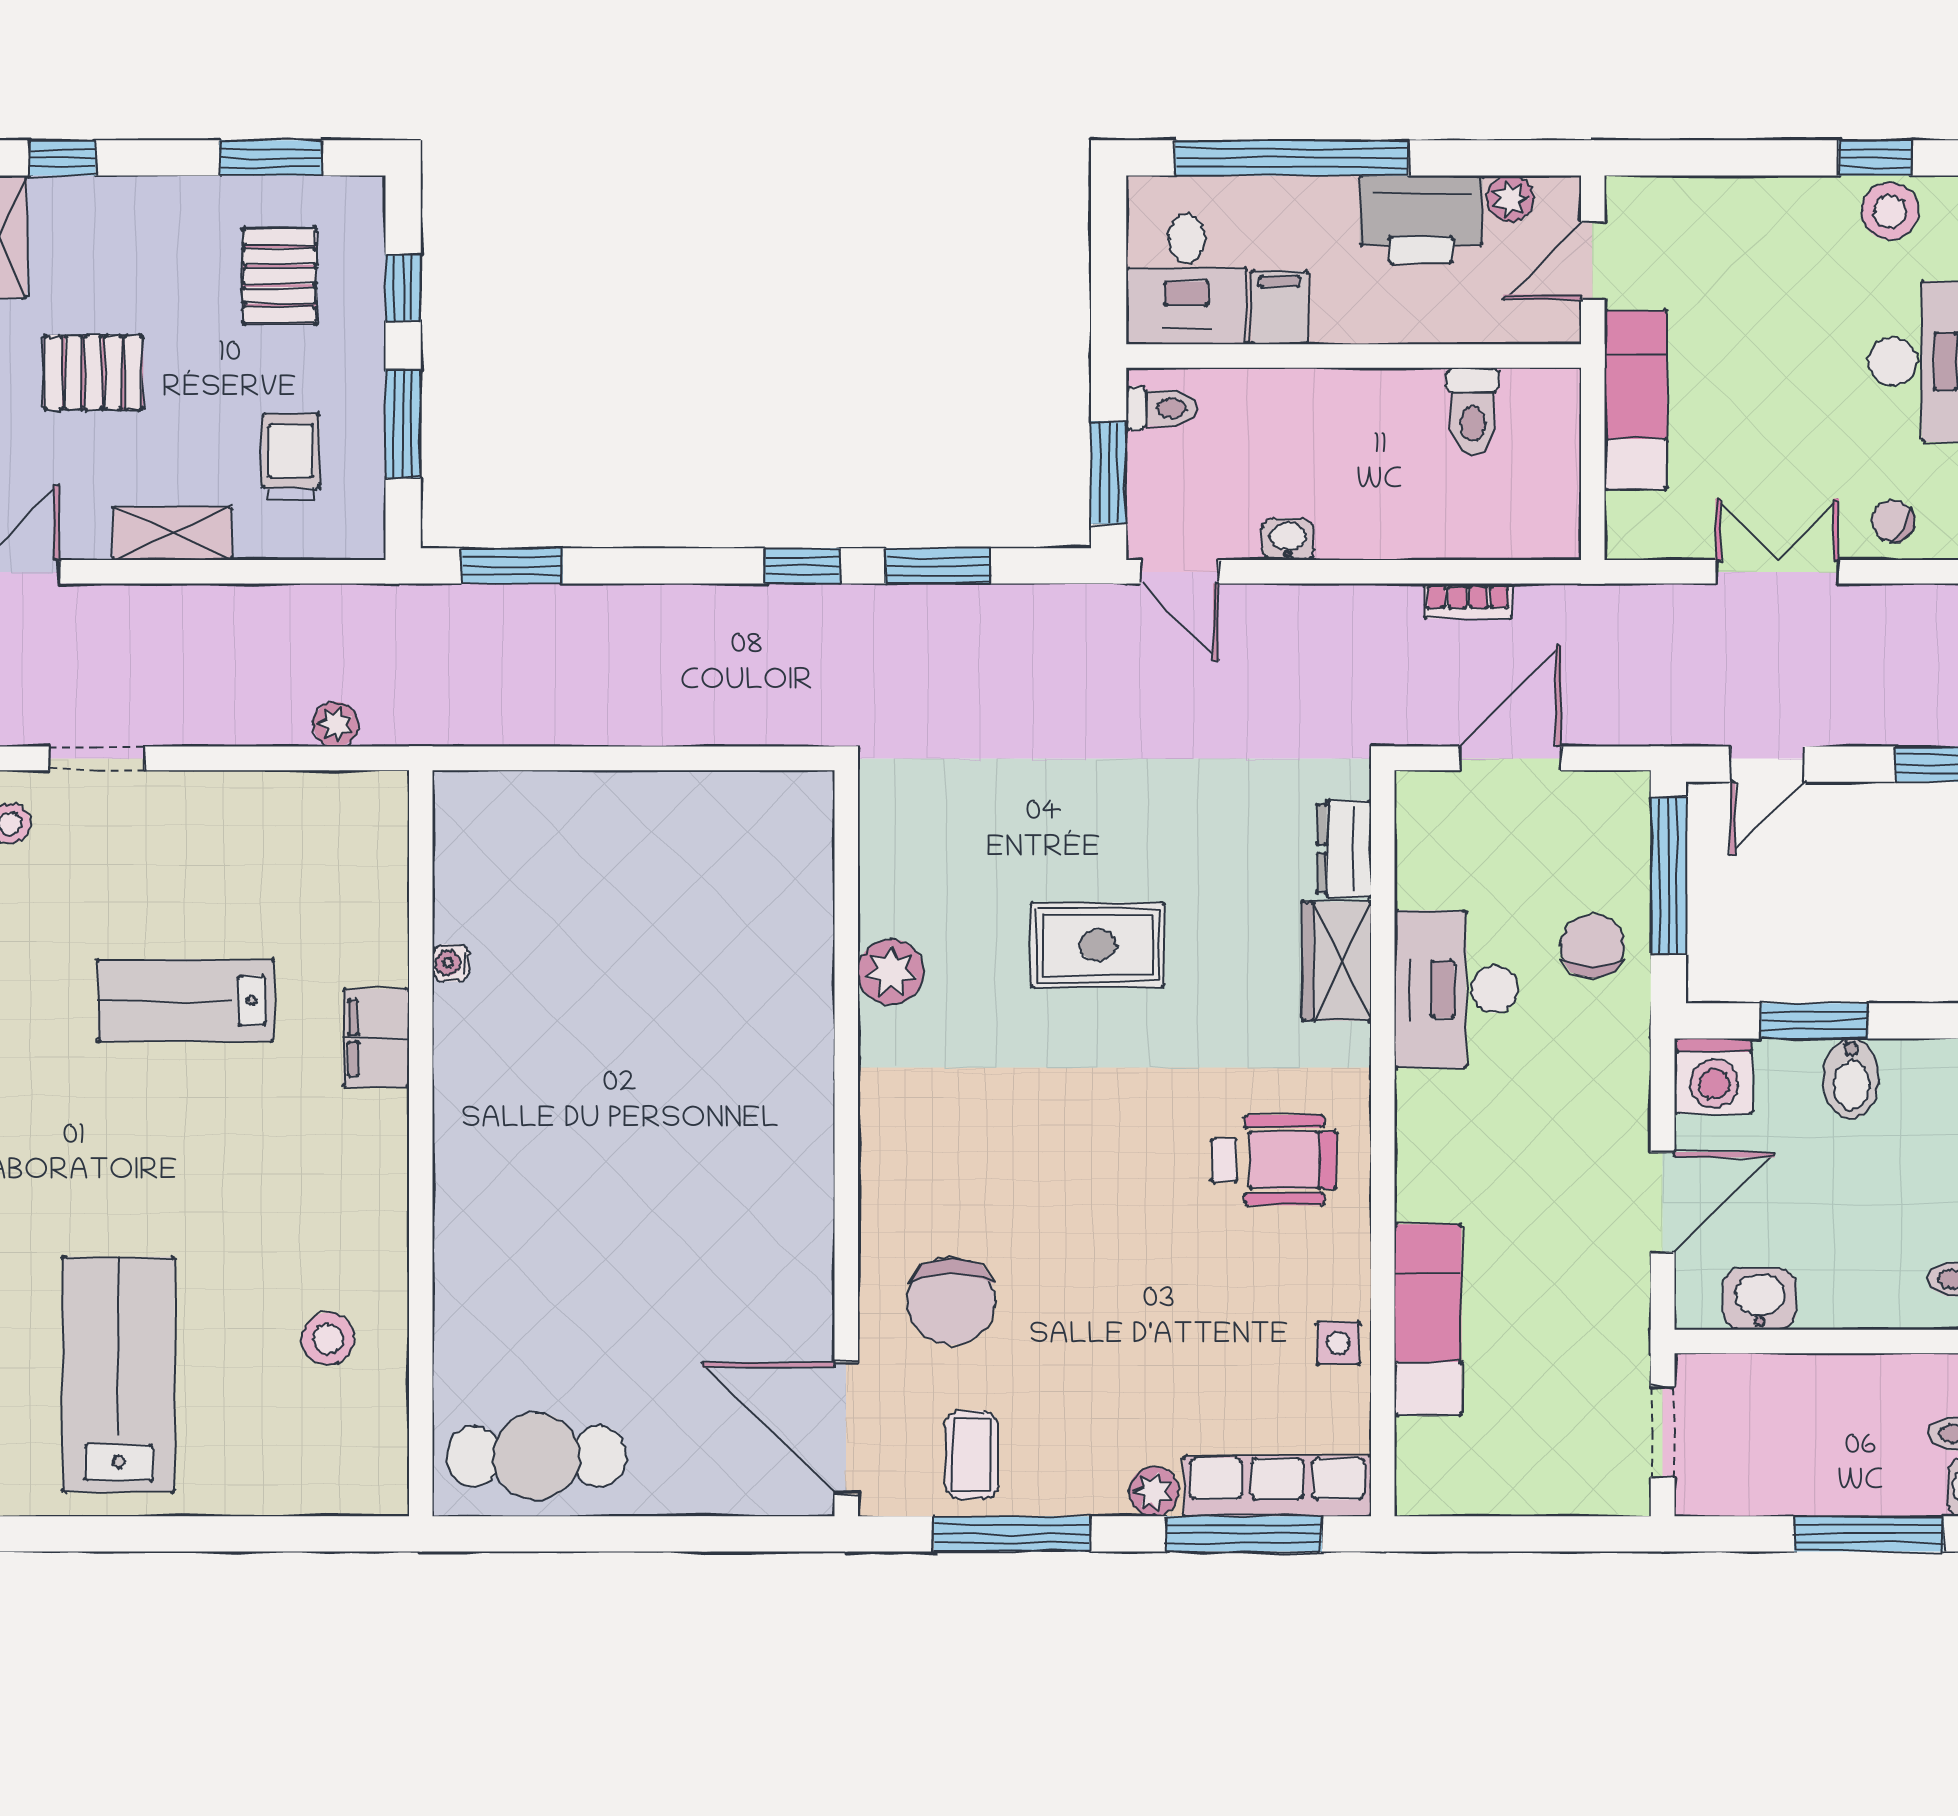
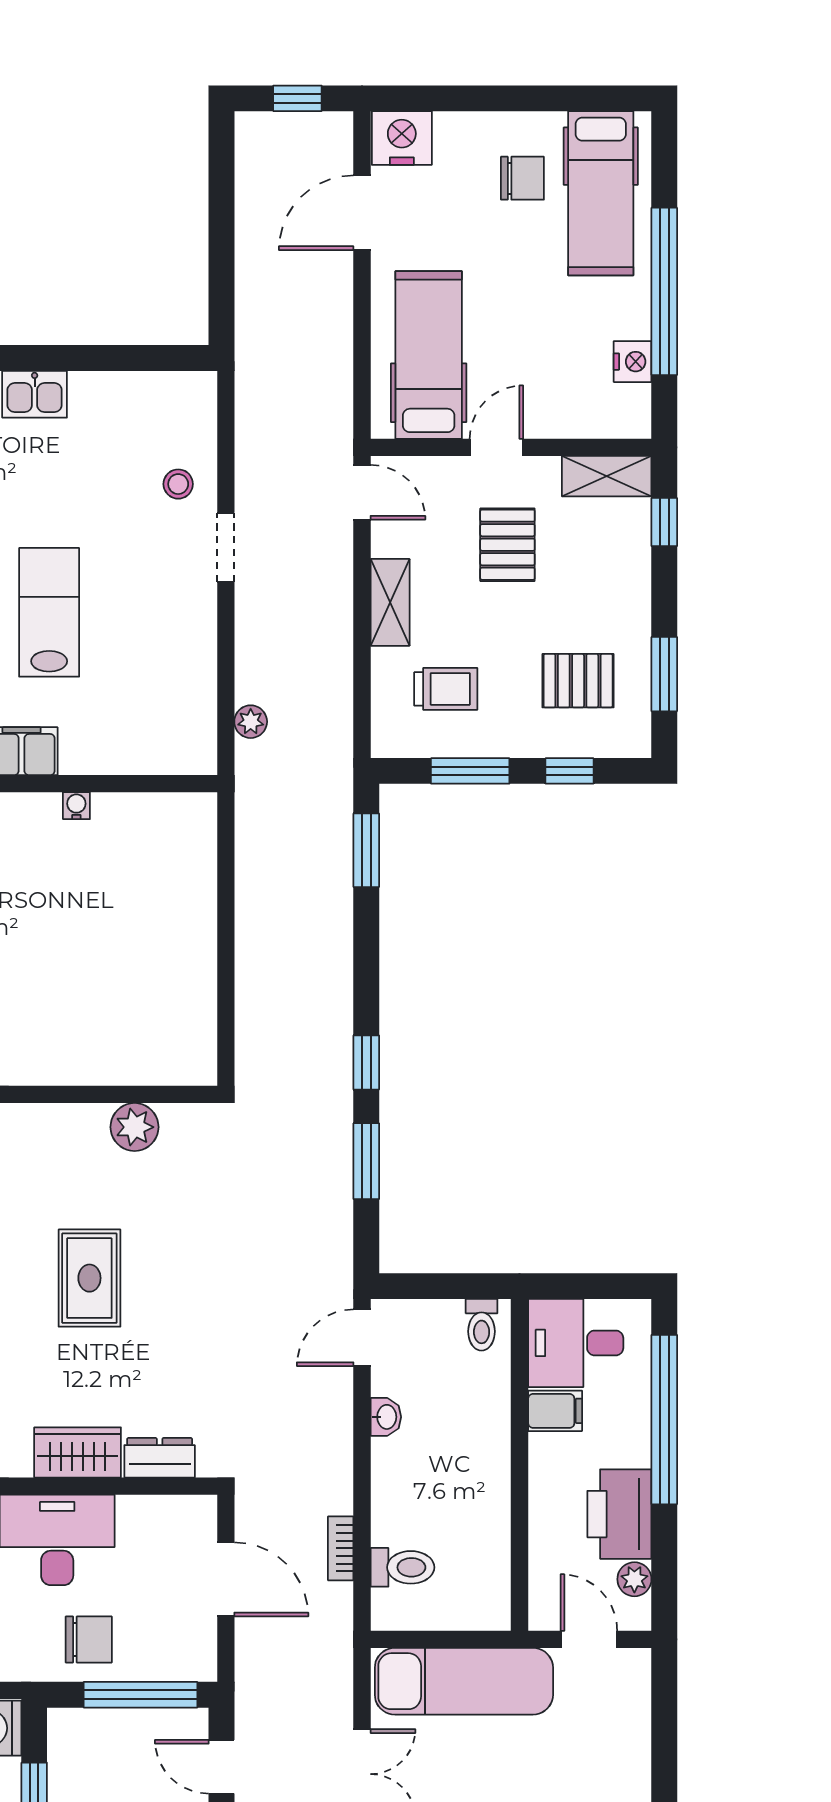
exam couch: (1636, 400) -> (464, 1681), width x1.36, depth x1.45
toilet: (1473, 411) -> (402, 1567), moved, turned 180
window: (1109, 473) -> (434, 1286), removed
plant: (891, 972) -> (135, 1127), moved

